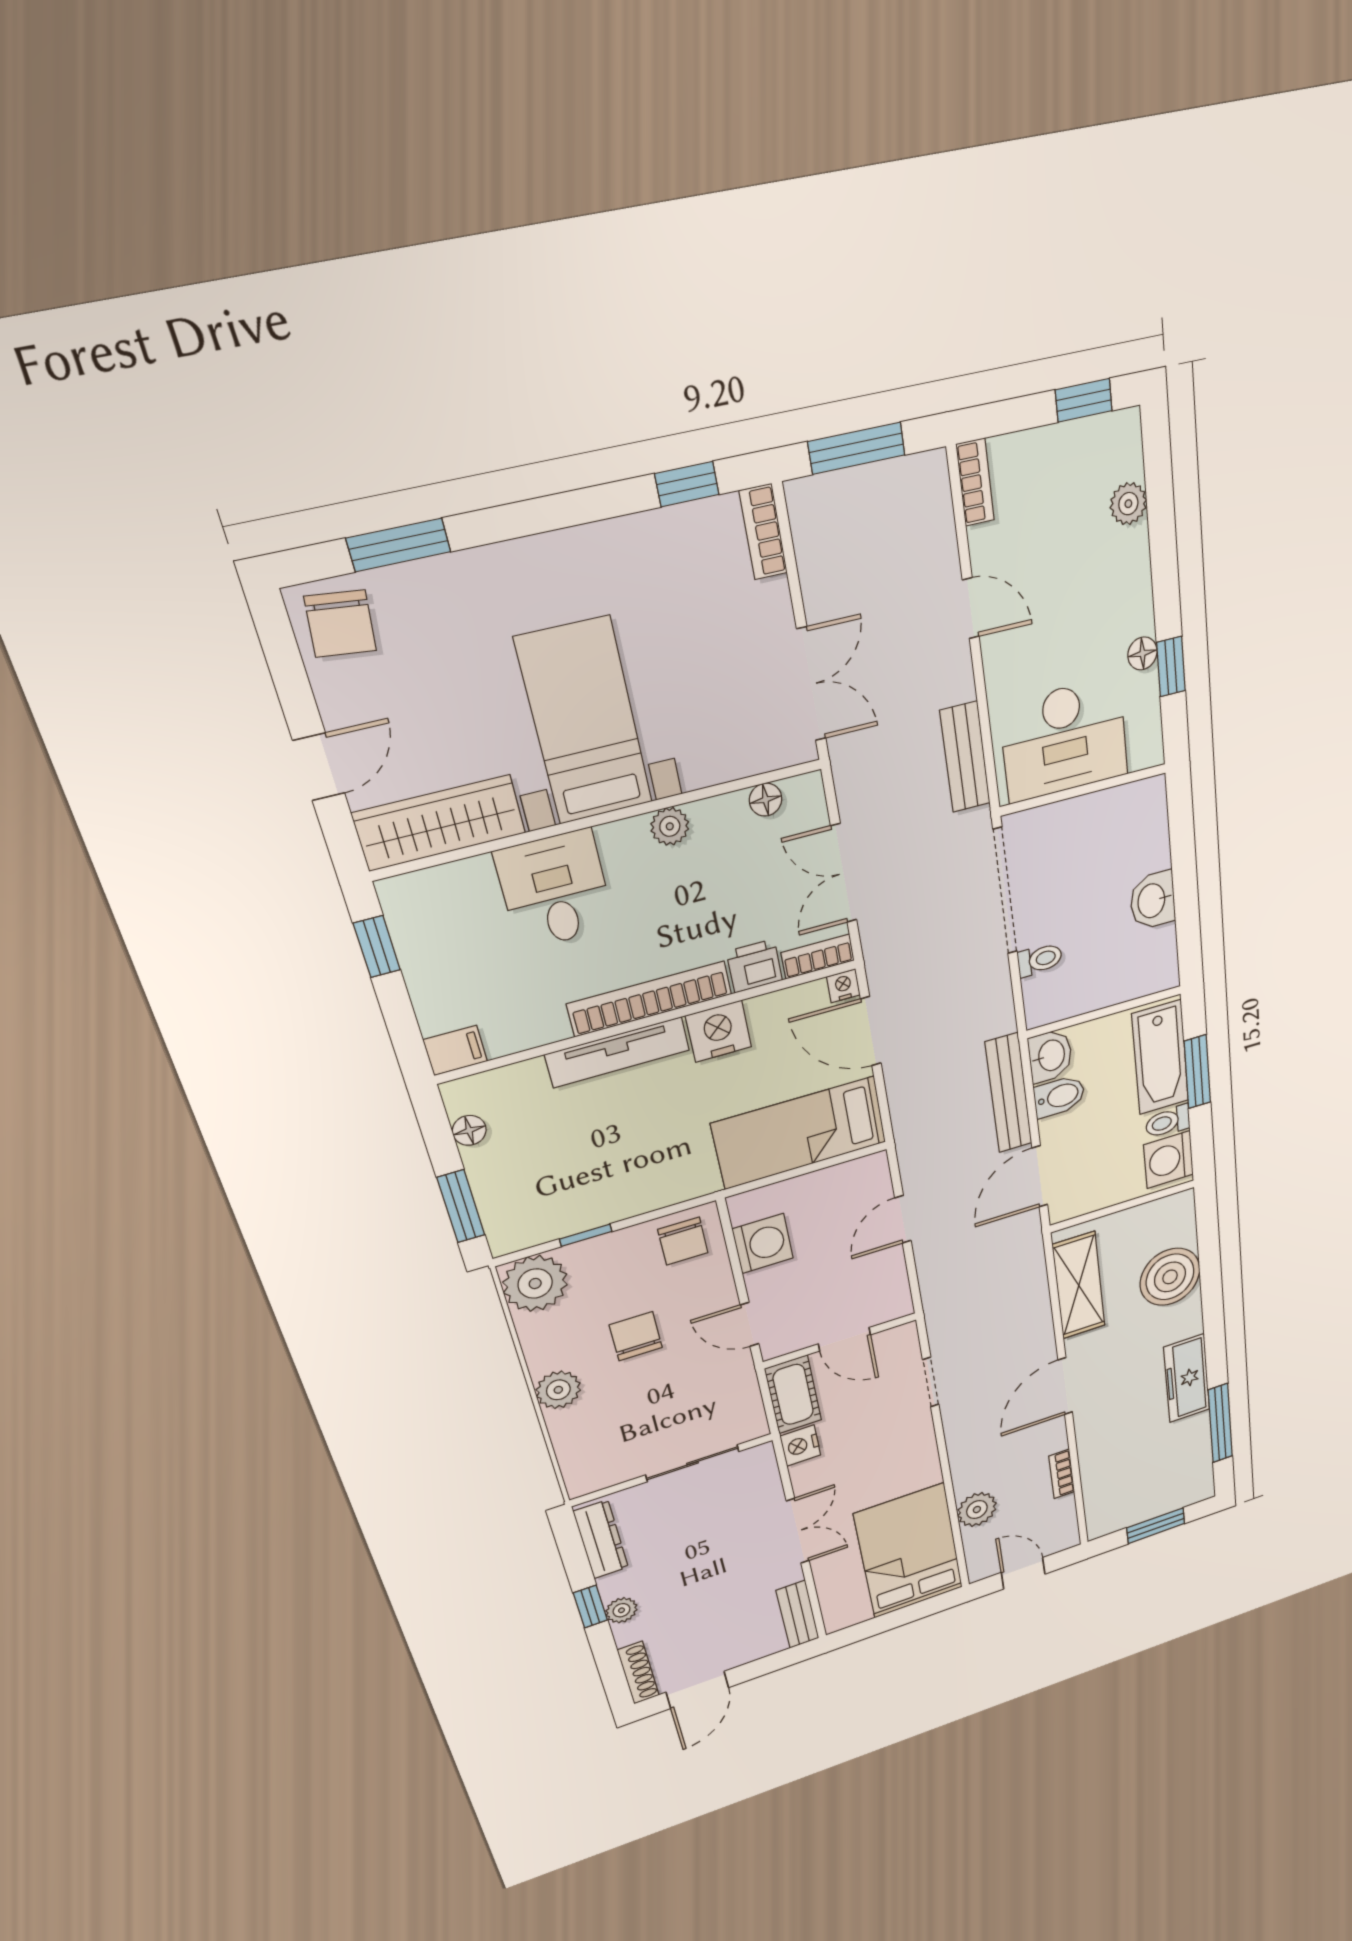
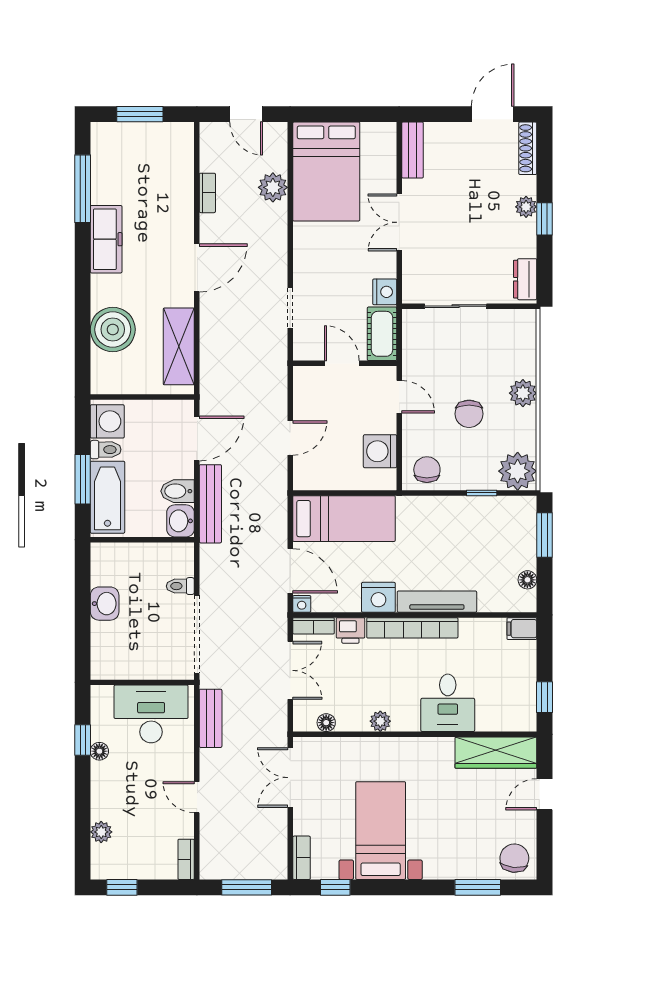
bed with nightstands: (584, 722) -> (381, 831), moved, turned 180
dresser: (601, 1540) -> (525, 279), width x0.70

